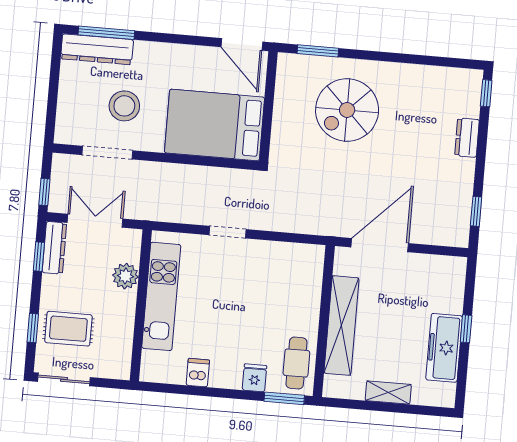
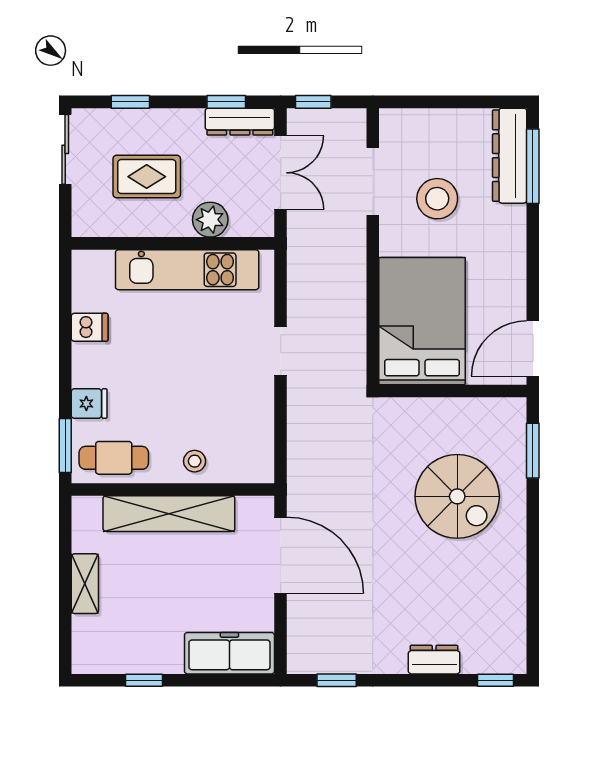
spiral stairs: (347, 110) -> (457, 496), turned 180
stool: (304, 303) -> (195, 461), added
rug: (68, 329) -> (147, 177), moved, turned 90
window: (466, 329) -> (144, 680), moved
freezer: (444, 348) -> (229, 653), moved

